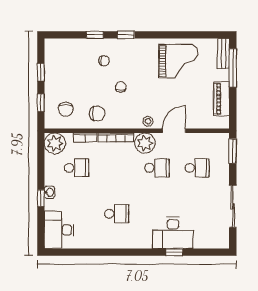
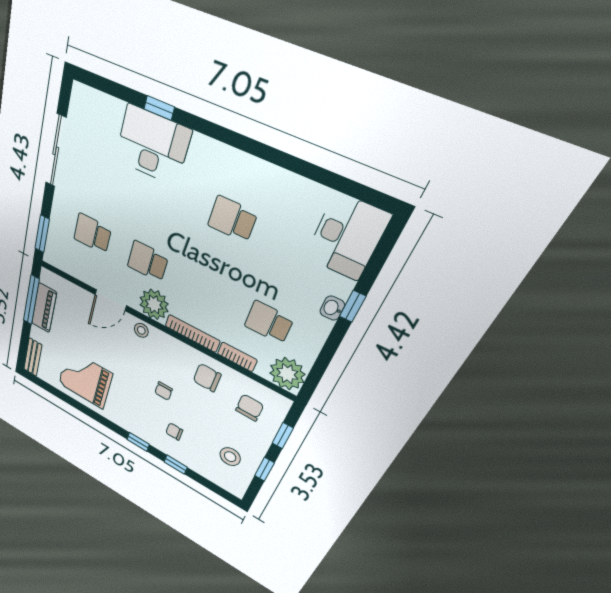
stool: (64, 67) -> (230, 457), added
window: (233, 68) -> (31, 300), moved

